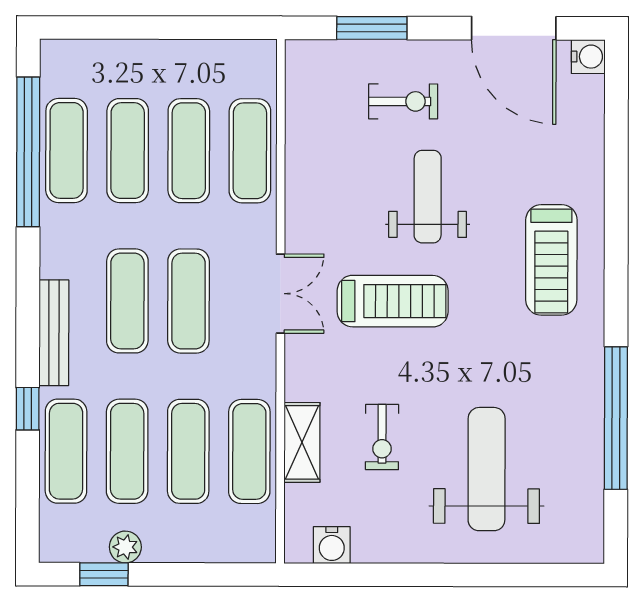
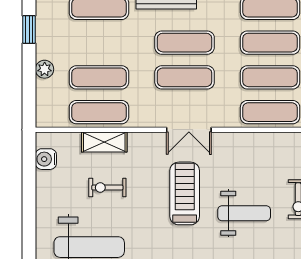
treadmill: (393, 301) -> (185, 193), turned 180
exercise mat: (127, 451) -> (99, 43), removed
plant: (125, 547) -> (45, 69), moved

